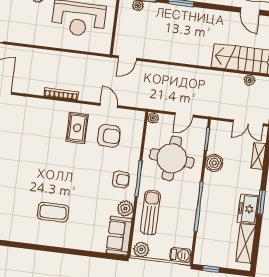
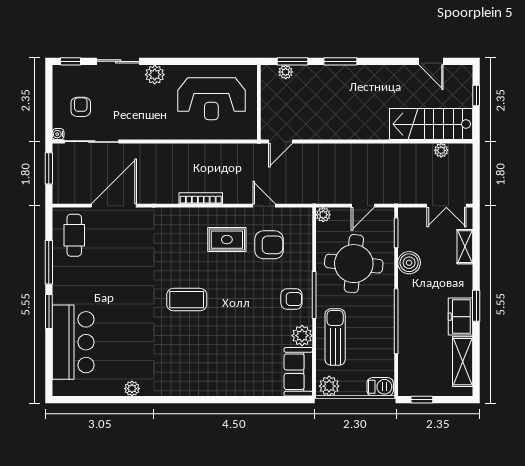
rug: (77, 128) -> (227, 240), turned 90
coffee table: (53, 212) -> (187, 300), moved

